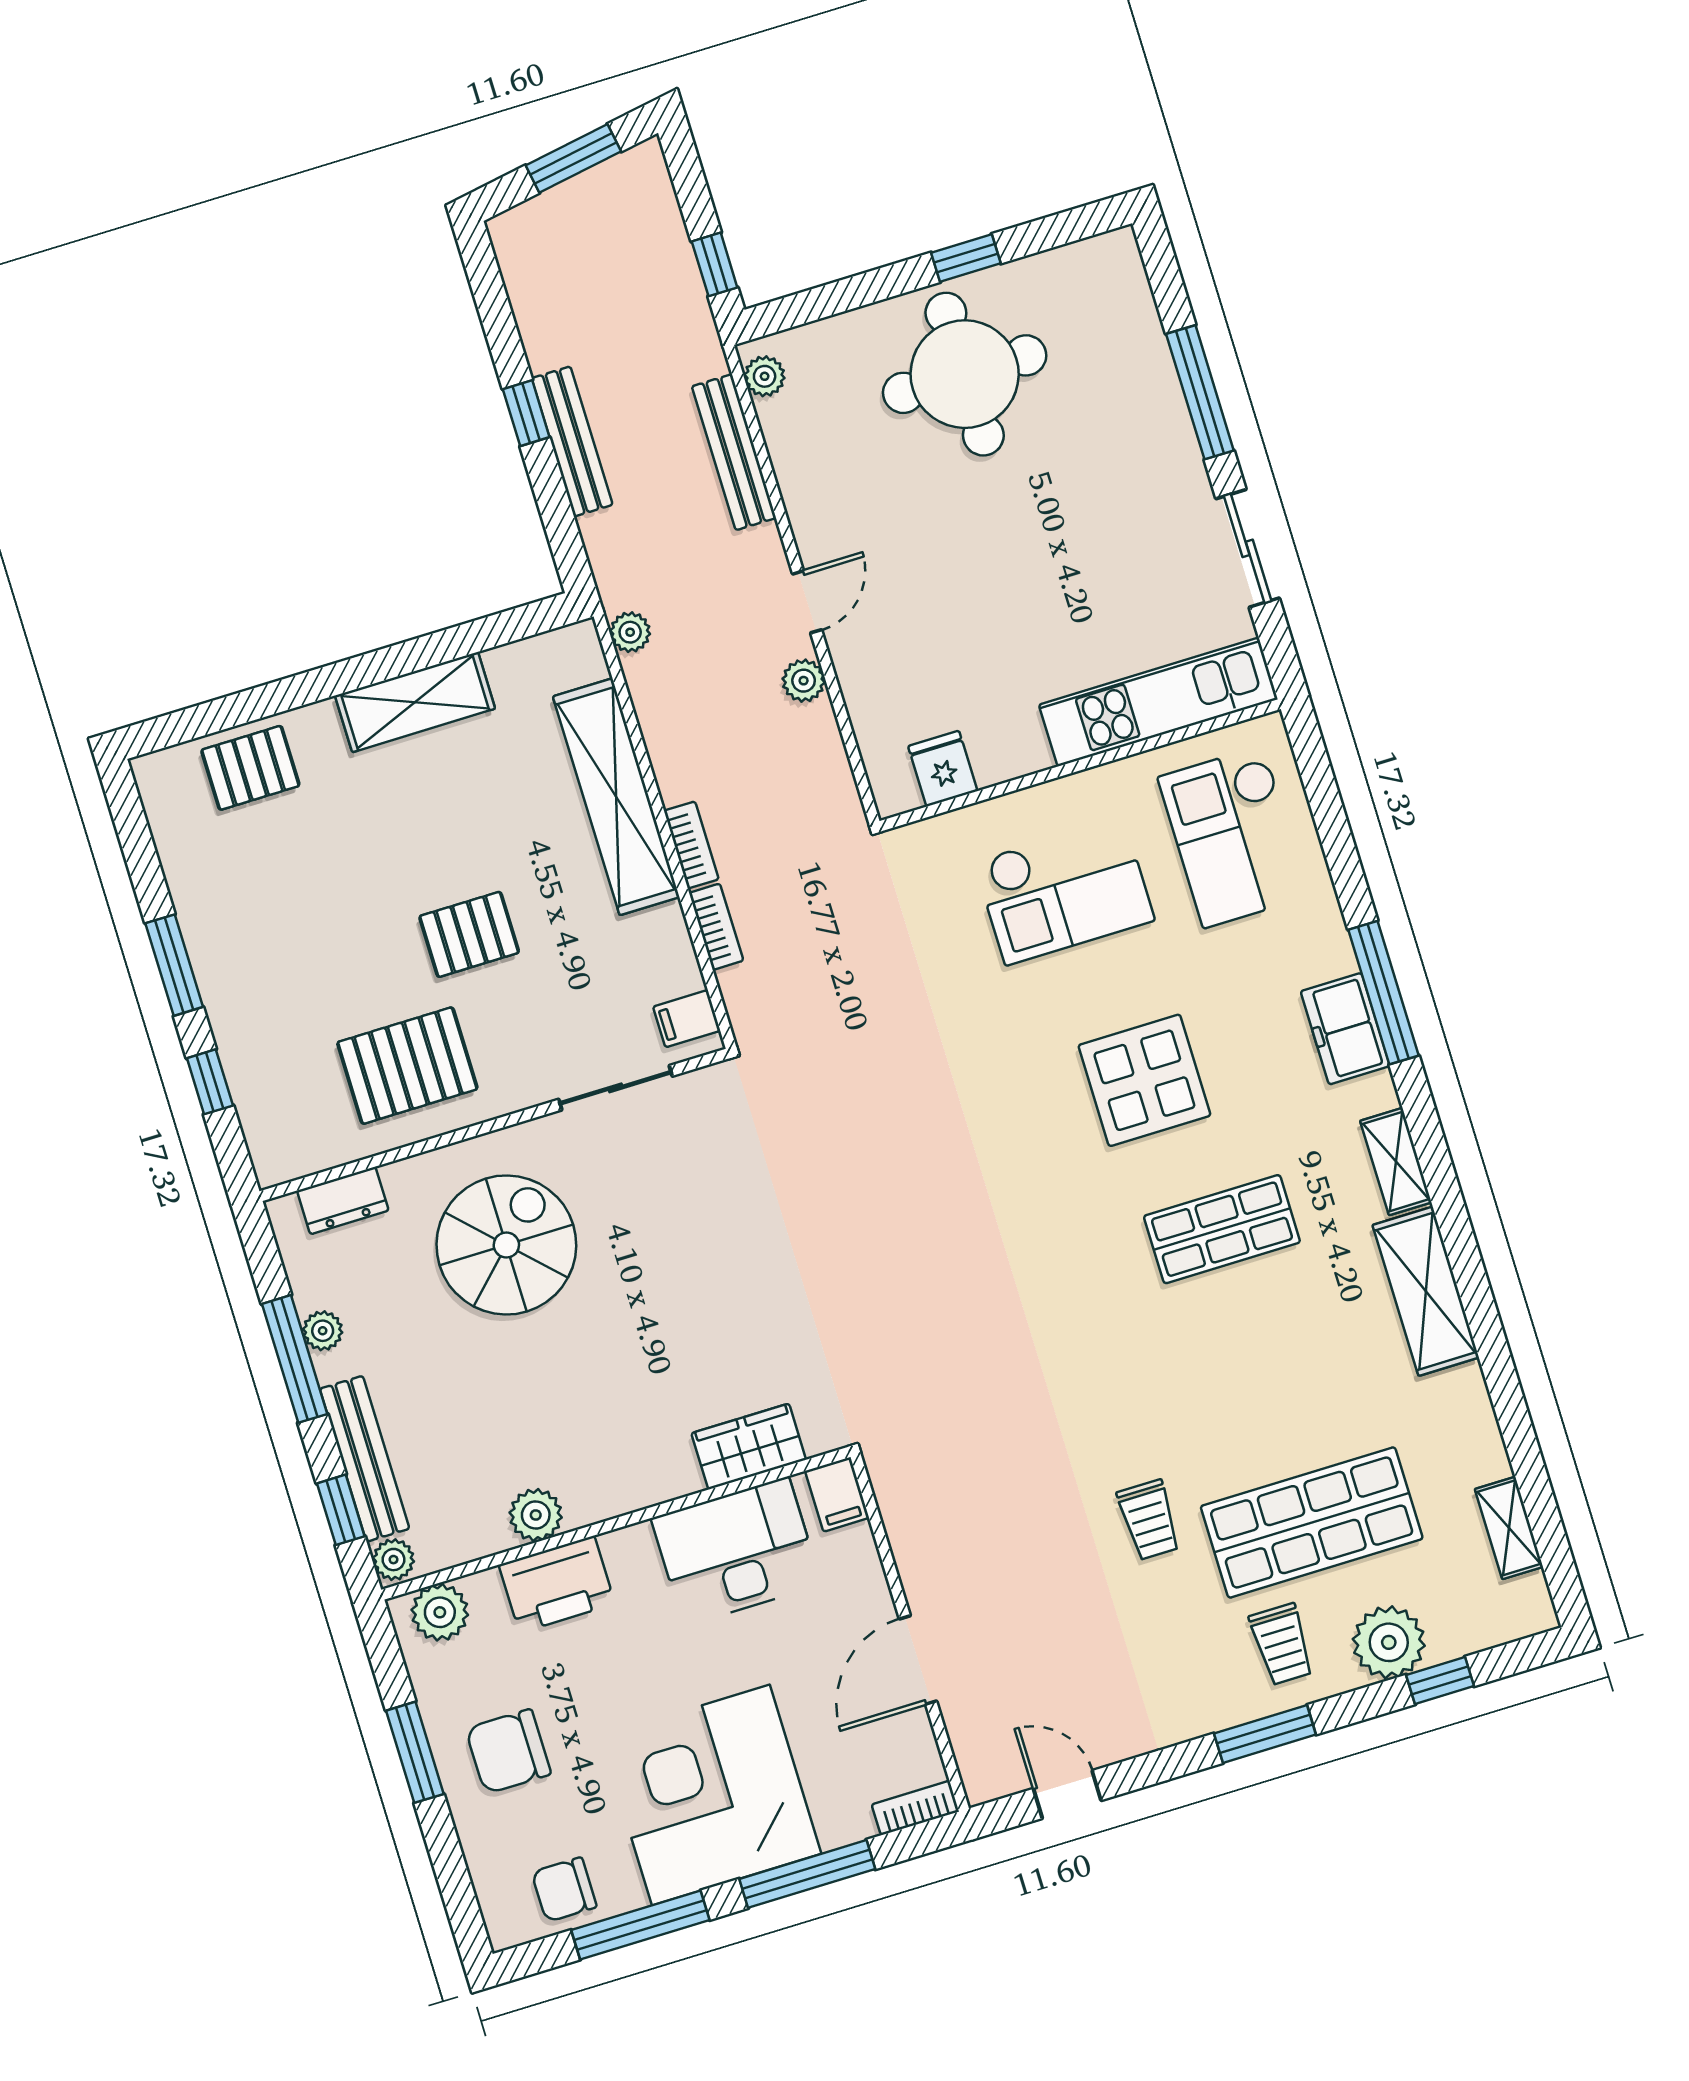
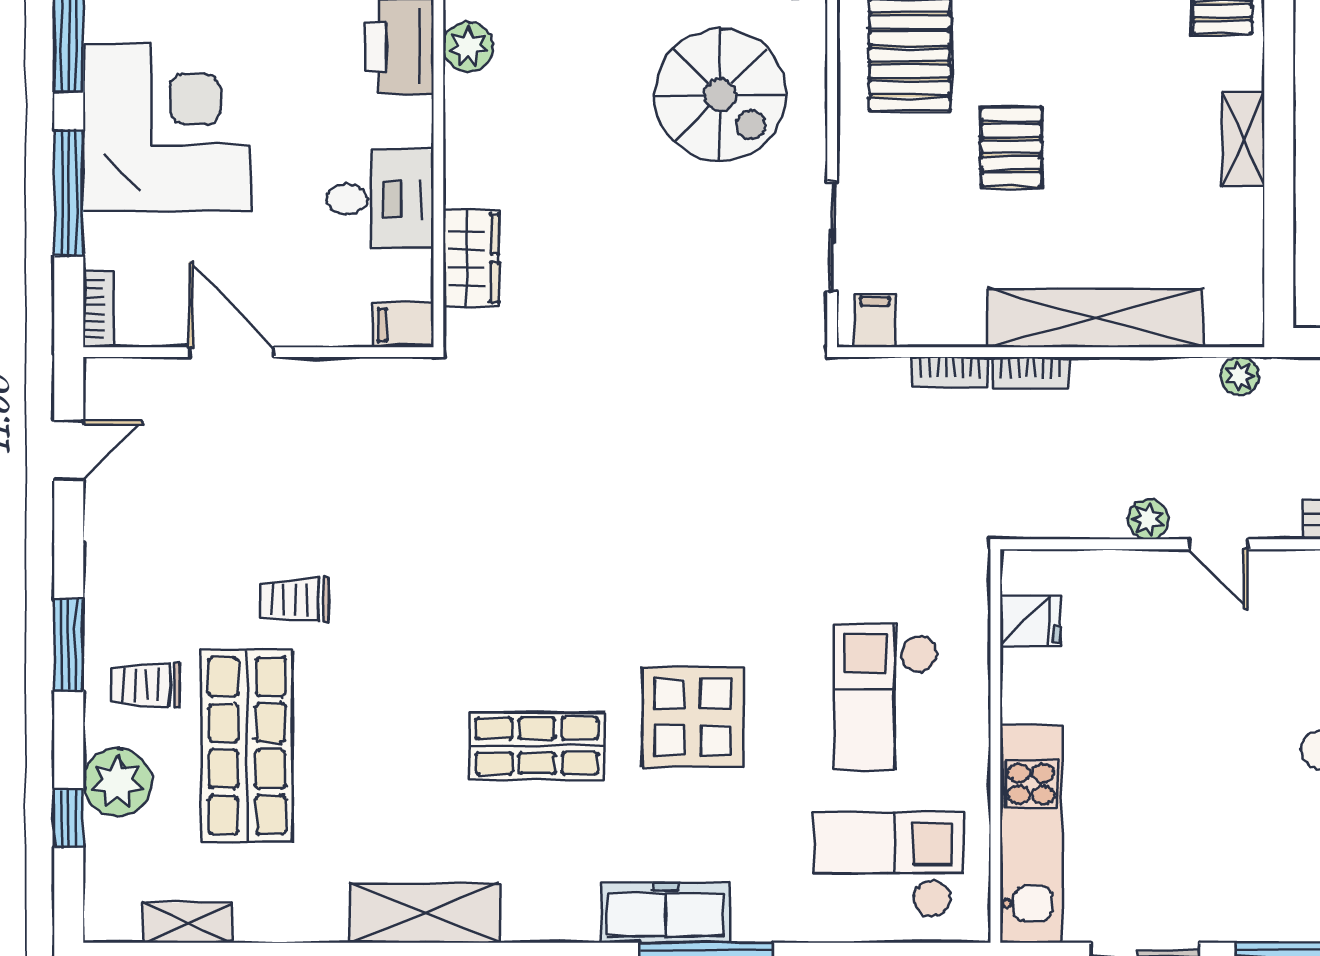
shelving: (415, 702) -> (1243, 139), width x0.67, depth x0.75
freezer: (1345, 1029) -> (665, 913), width x1.40
shelving: (1396, 1162) -> (550, 922), removed
shop shelf: (1222, 1229) -> (537, 746), turned 90
desk: (736, 1551) -> (380, 199), width x0.73

